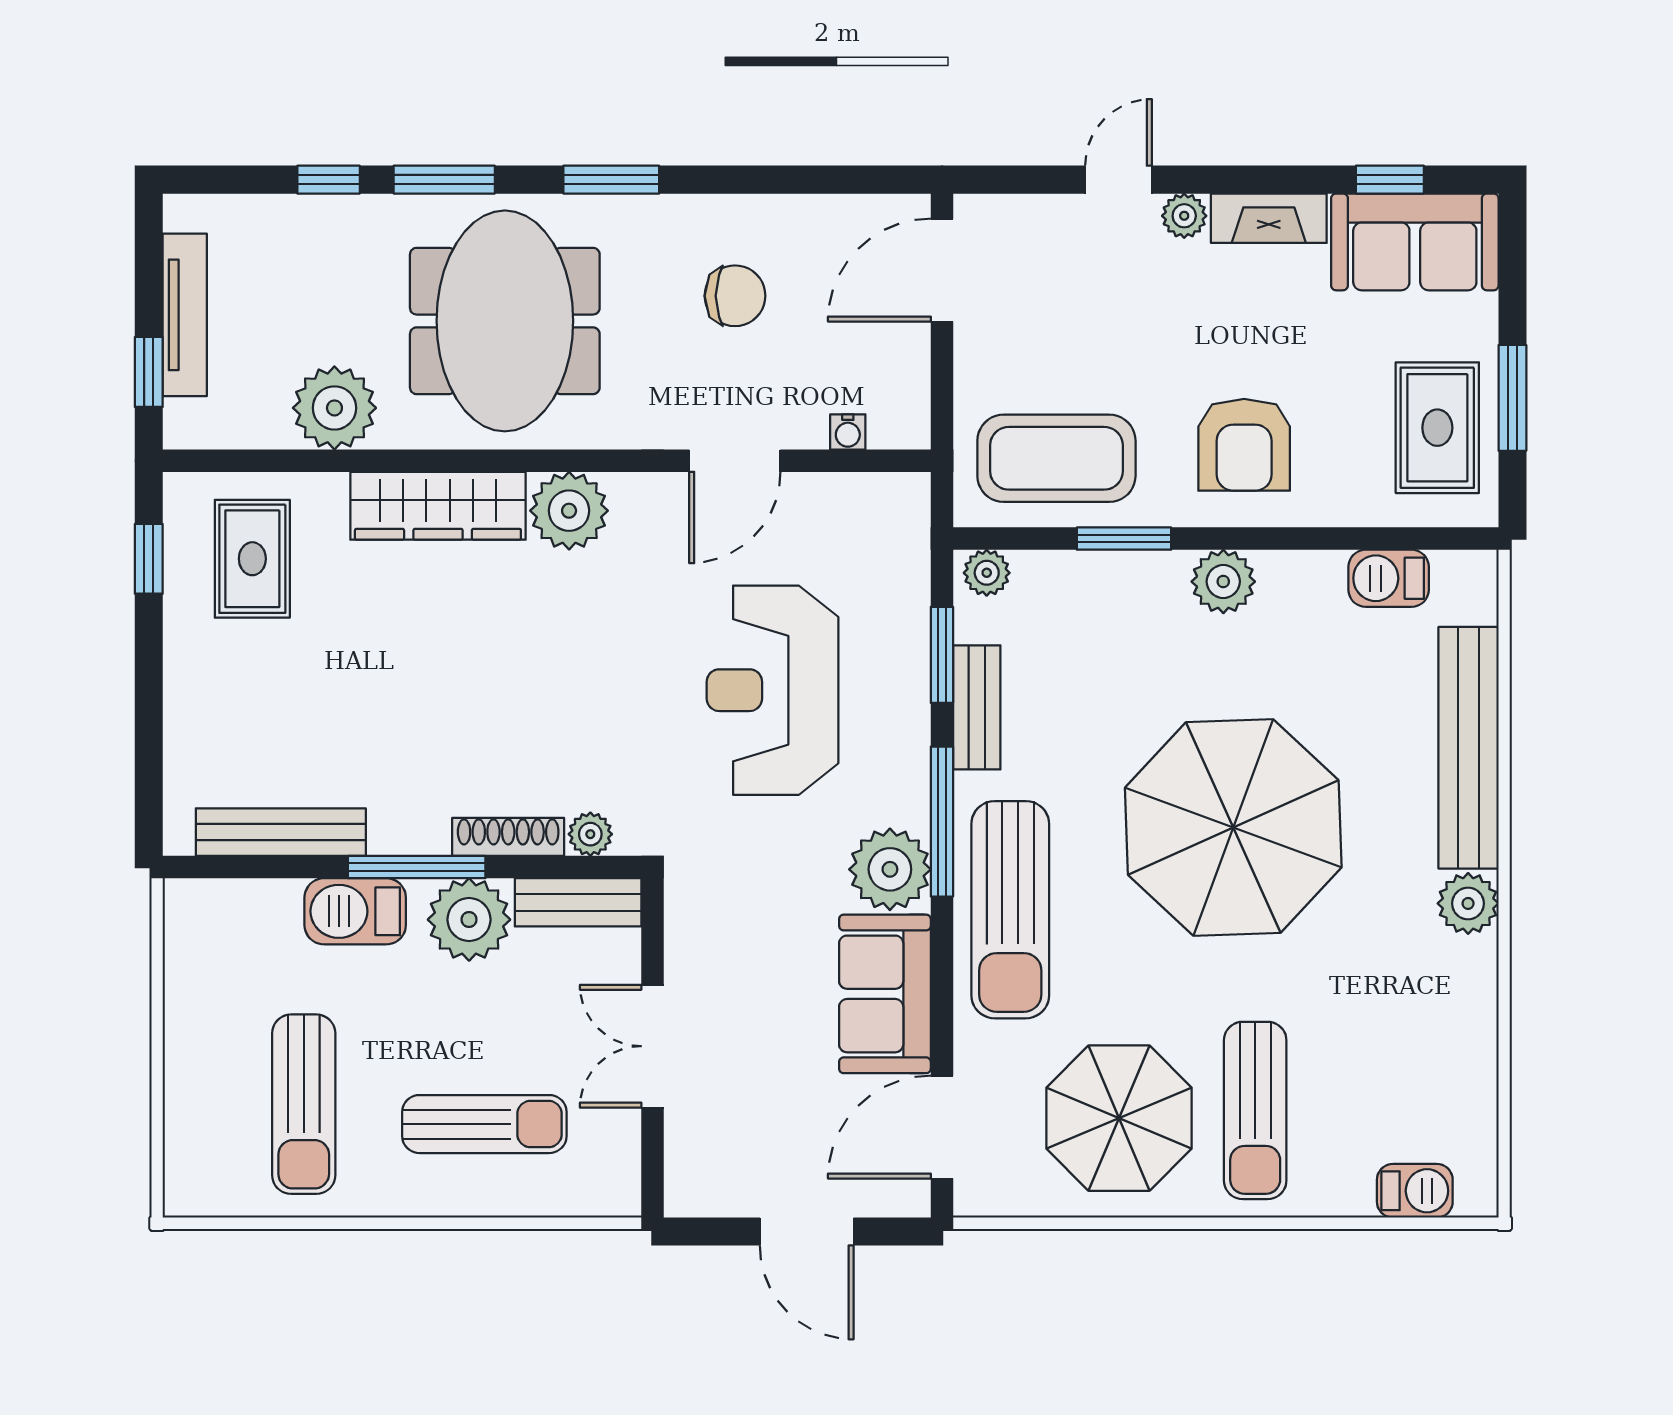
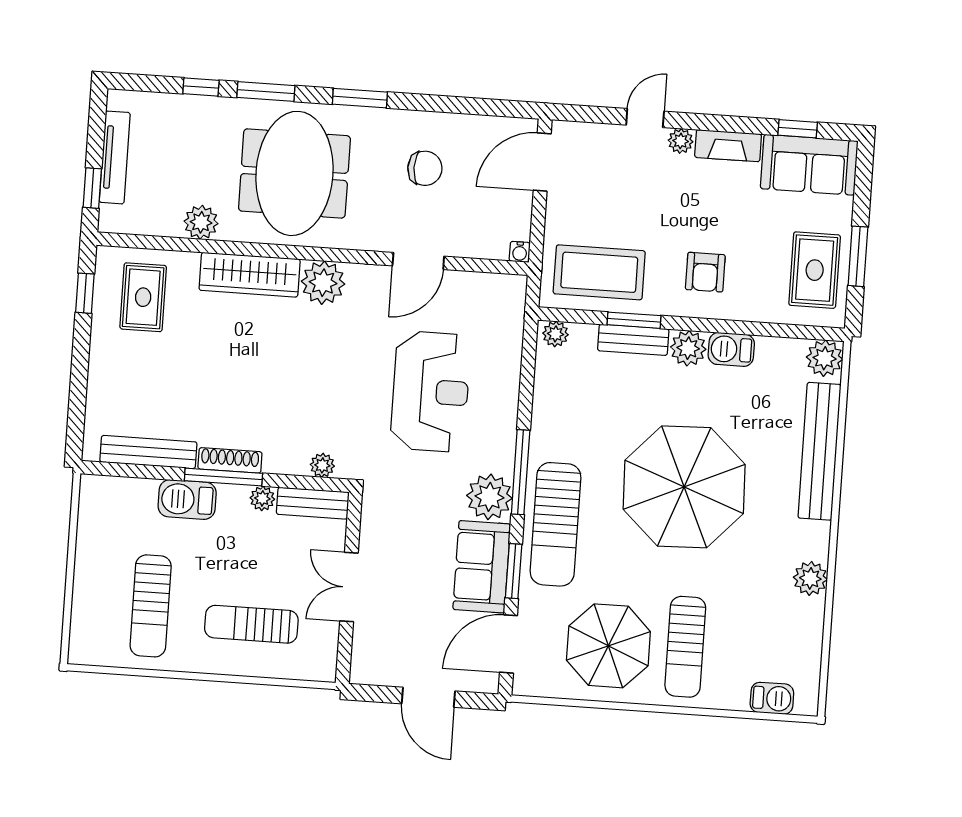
plant: (334, 408) -> (201, 222), width x0.73, depth x0.73
water cooler: (848, 432) -> (520, 252), moved
armchair: (1244, 445) -> (705, 272), width x0.72, depth x0.72
barbecue: (1389, 578) -> (731, 349), moved
plant: (1466, 582) -> (825, 358), added
window: (942, 655) -> (514, 571), moved
reception desk: (773, 690) -> (430, 392), turned 180
bench: (977, 707) -> (633, 340), moved, turned 90
shoe rack: (508, 837) -> (230, 460), moved
plant: (1468, 903) -> (810, 578), moved
plant: (469, 920) -> (262, 498), width x0.53, depth x0.53
sun lounger: (484, 1124) -> (251, 624), turned 180

